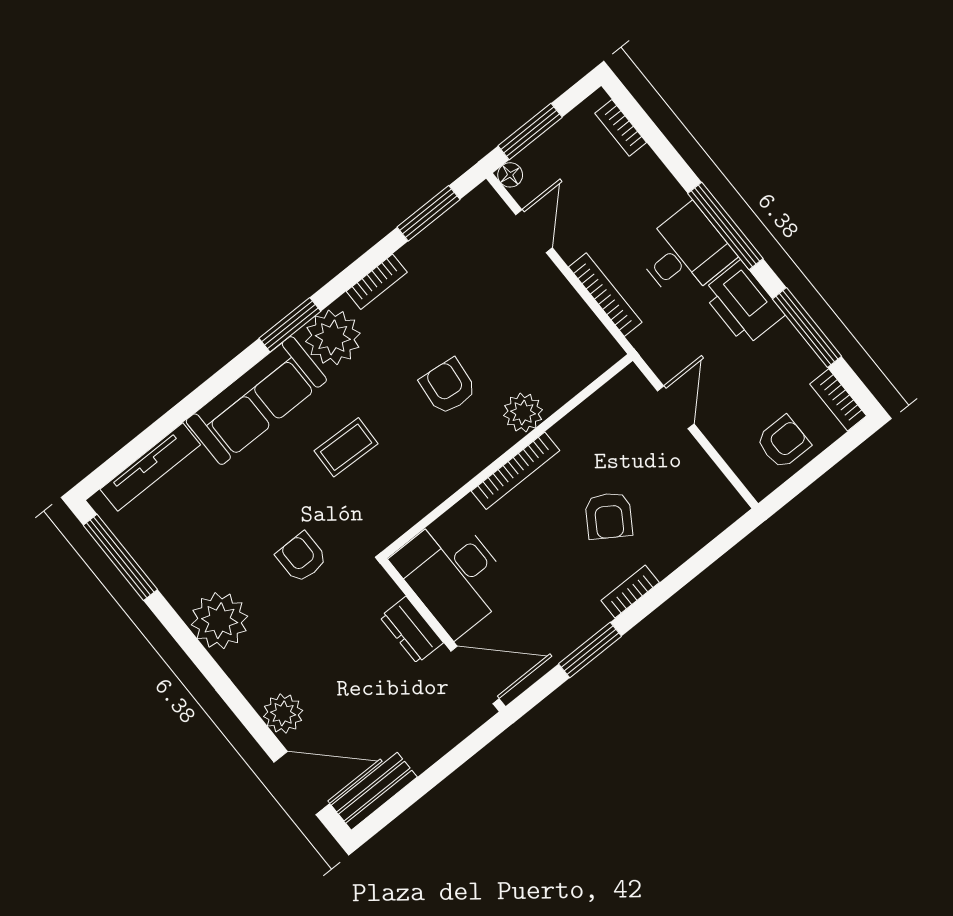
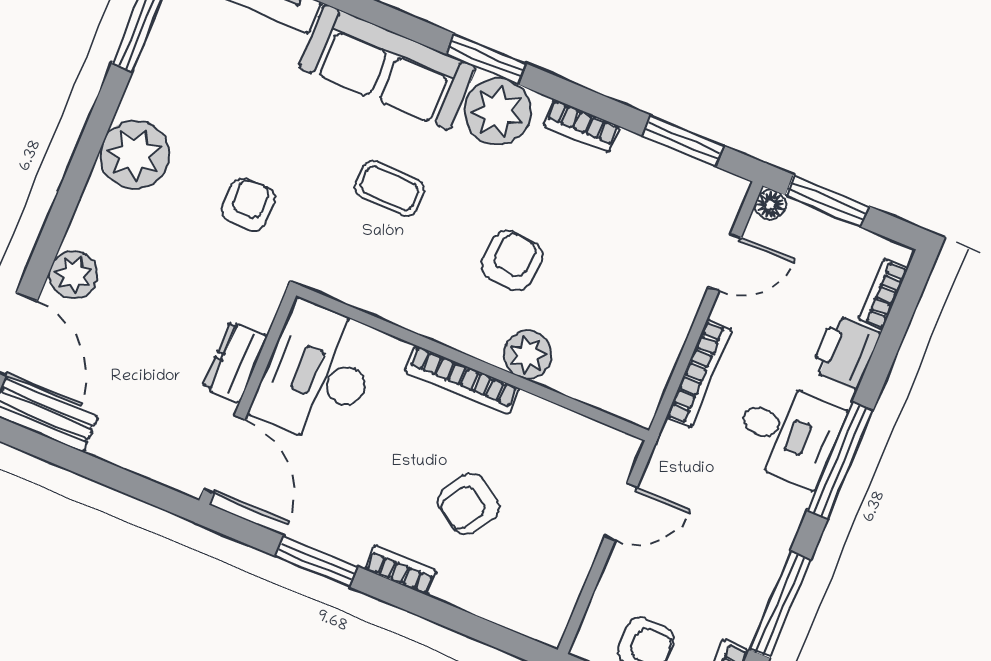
printer: (743, 303) -> (845, 352), moved, width x0.73, depth x0.84

